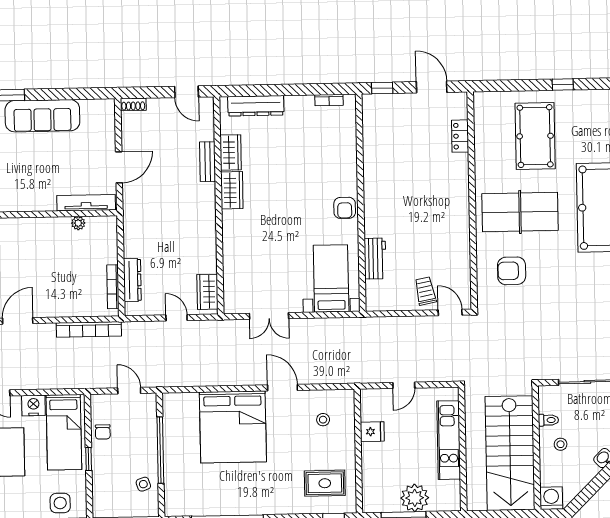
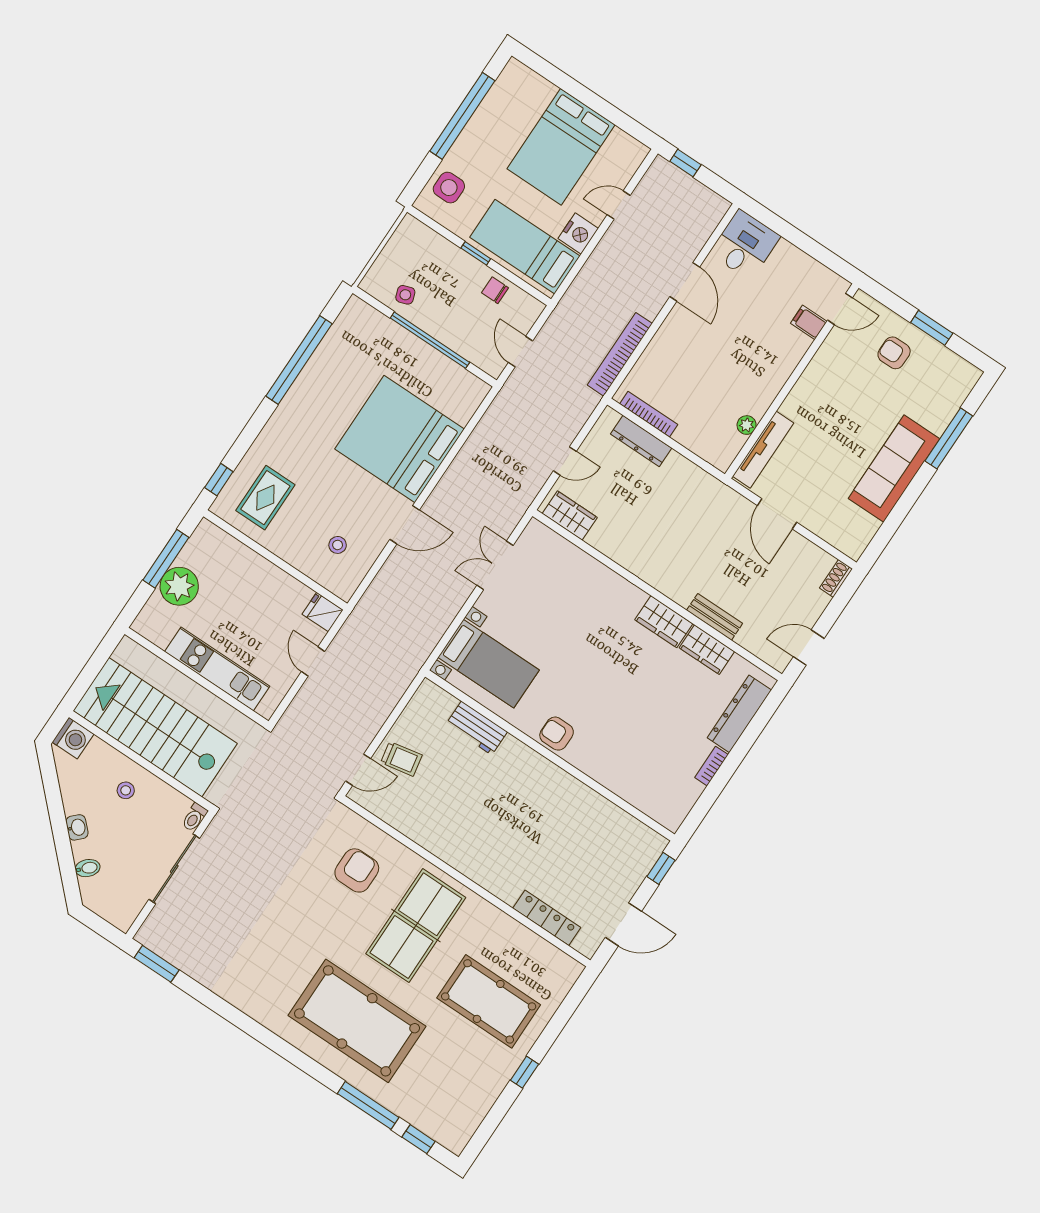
bookcase: (329, 100) -> (711, 766), moved
locker: (460, 136) -> (547, 918), width x1.53
door: (129, 391) -> (520, 352), swing flipped
toilet: (548, 420) -> (194, 817), moved
fridge: (372, 432) -> (323, 612), moved, turned 90

